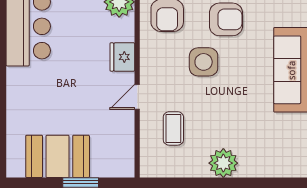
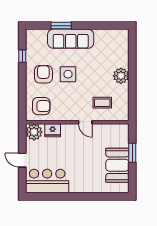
fridge: (122, 57) -> (53, 130), moved
side table: (204, 62) -> (68, 74), moved

